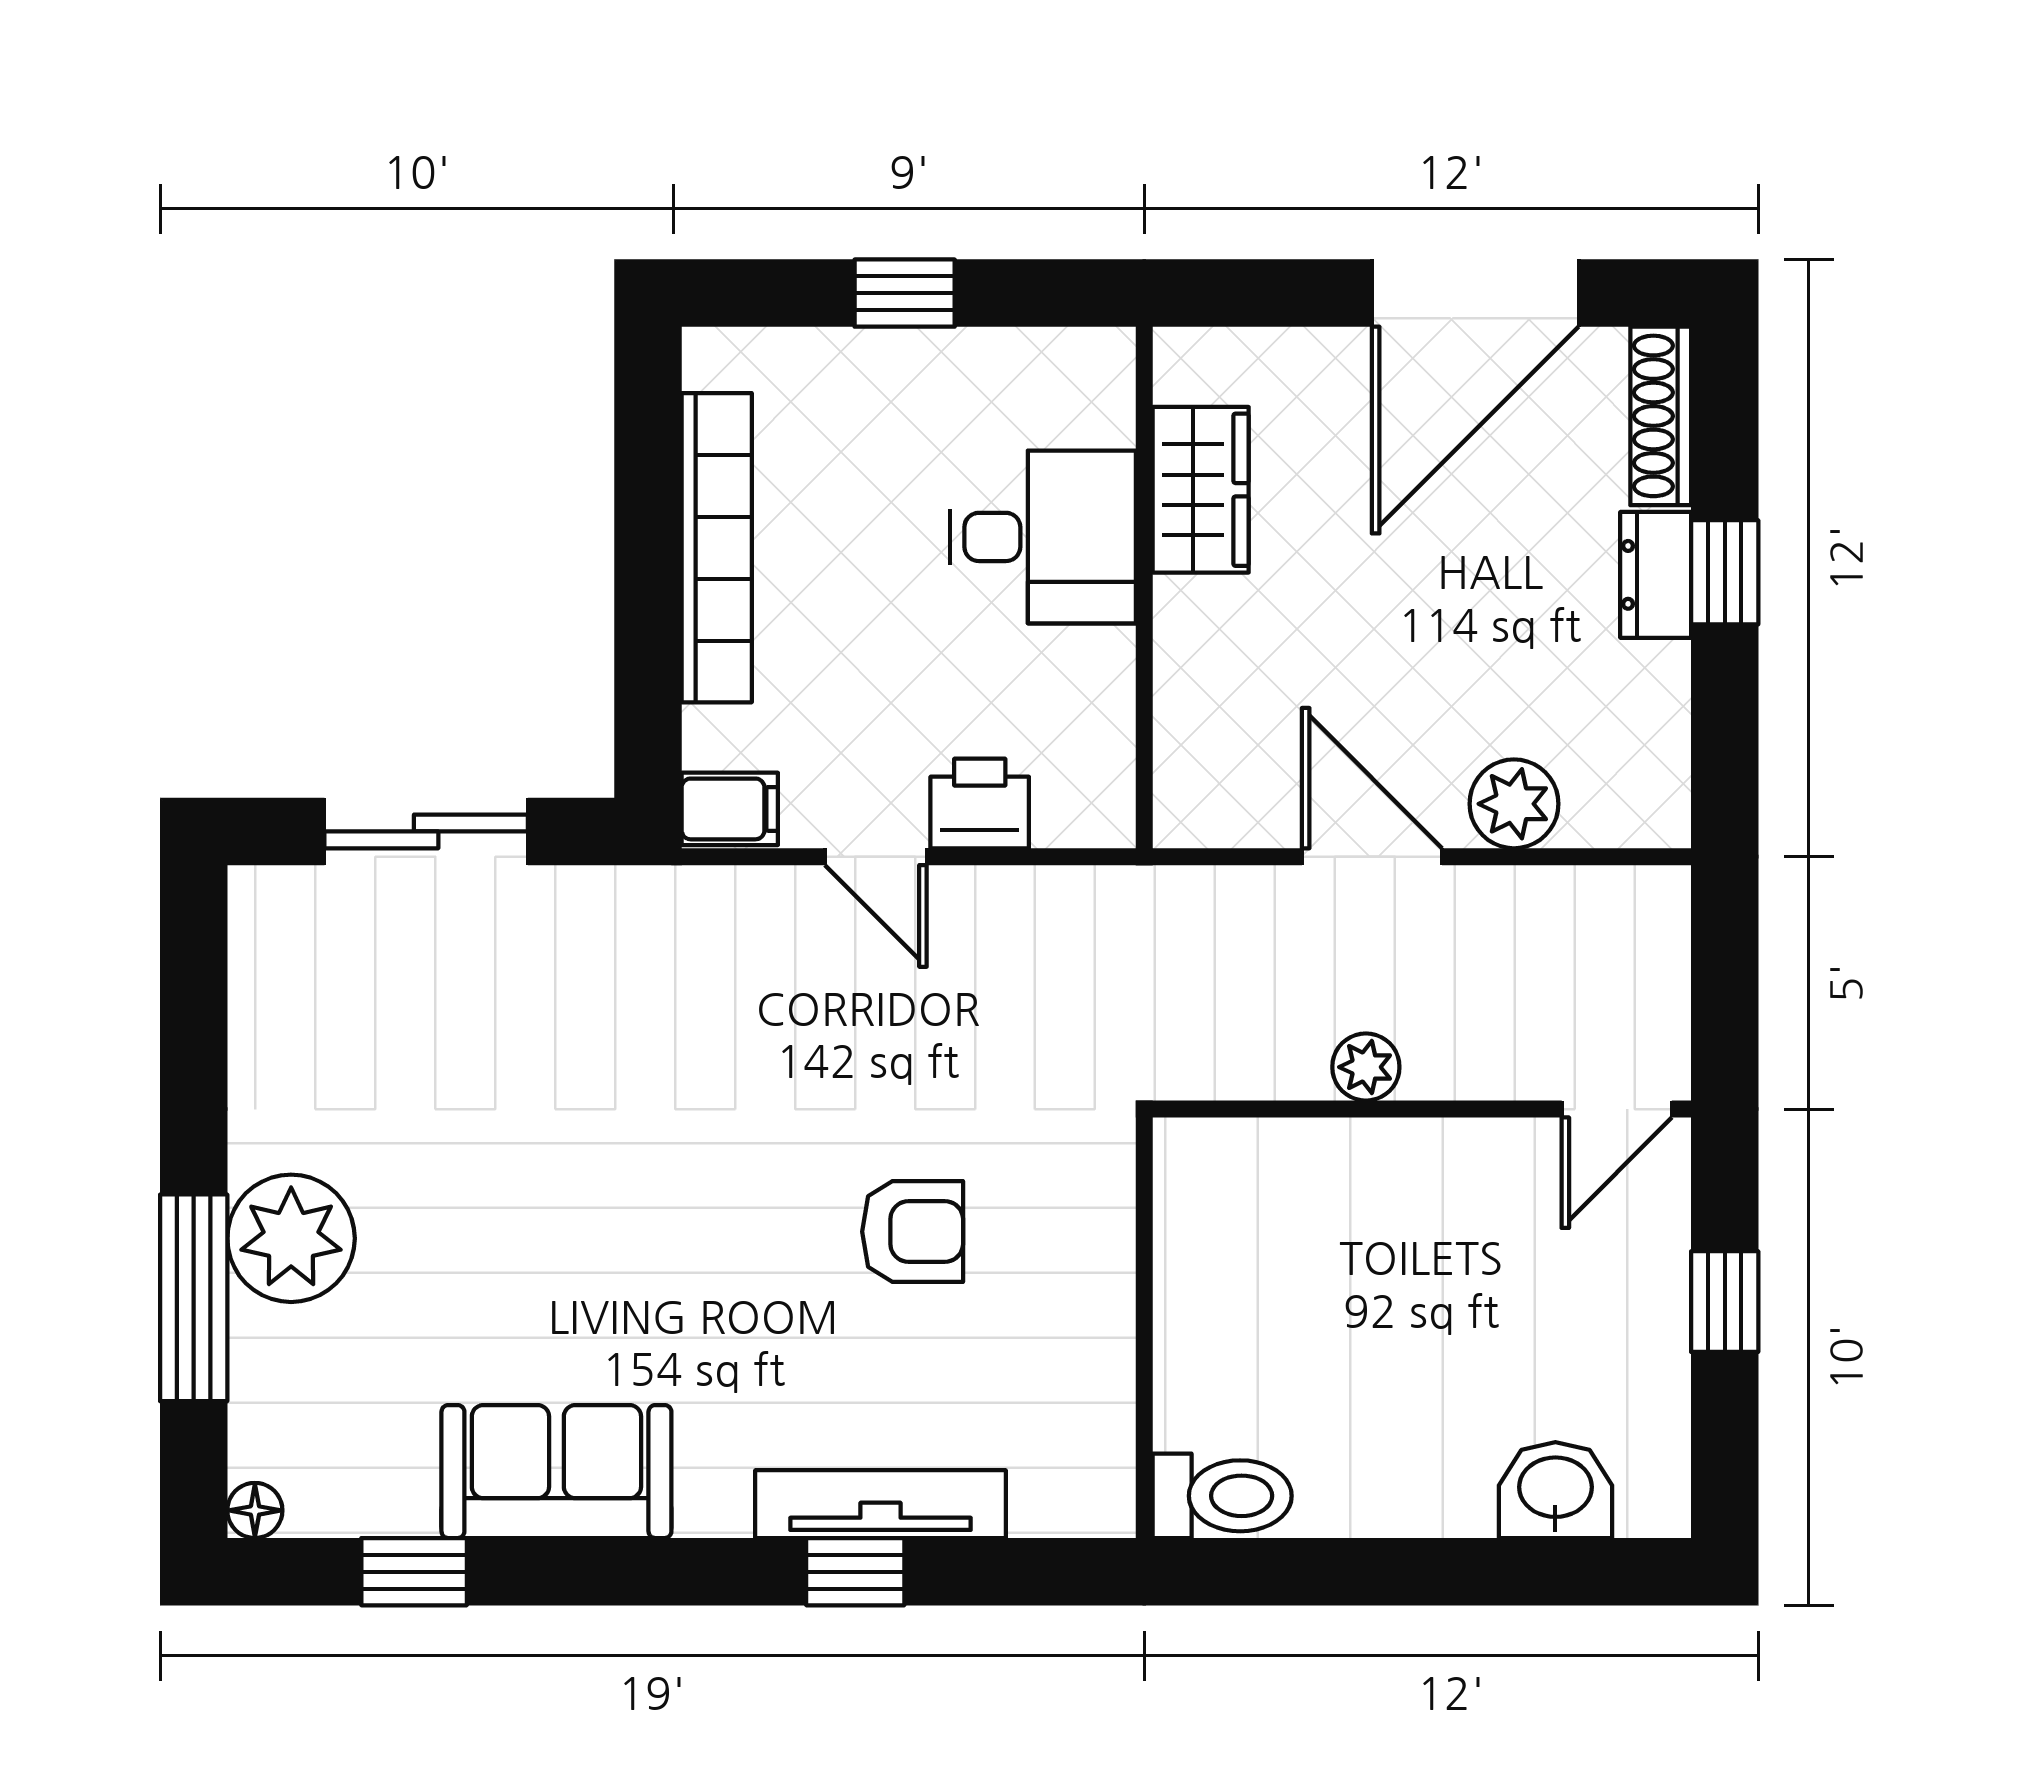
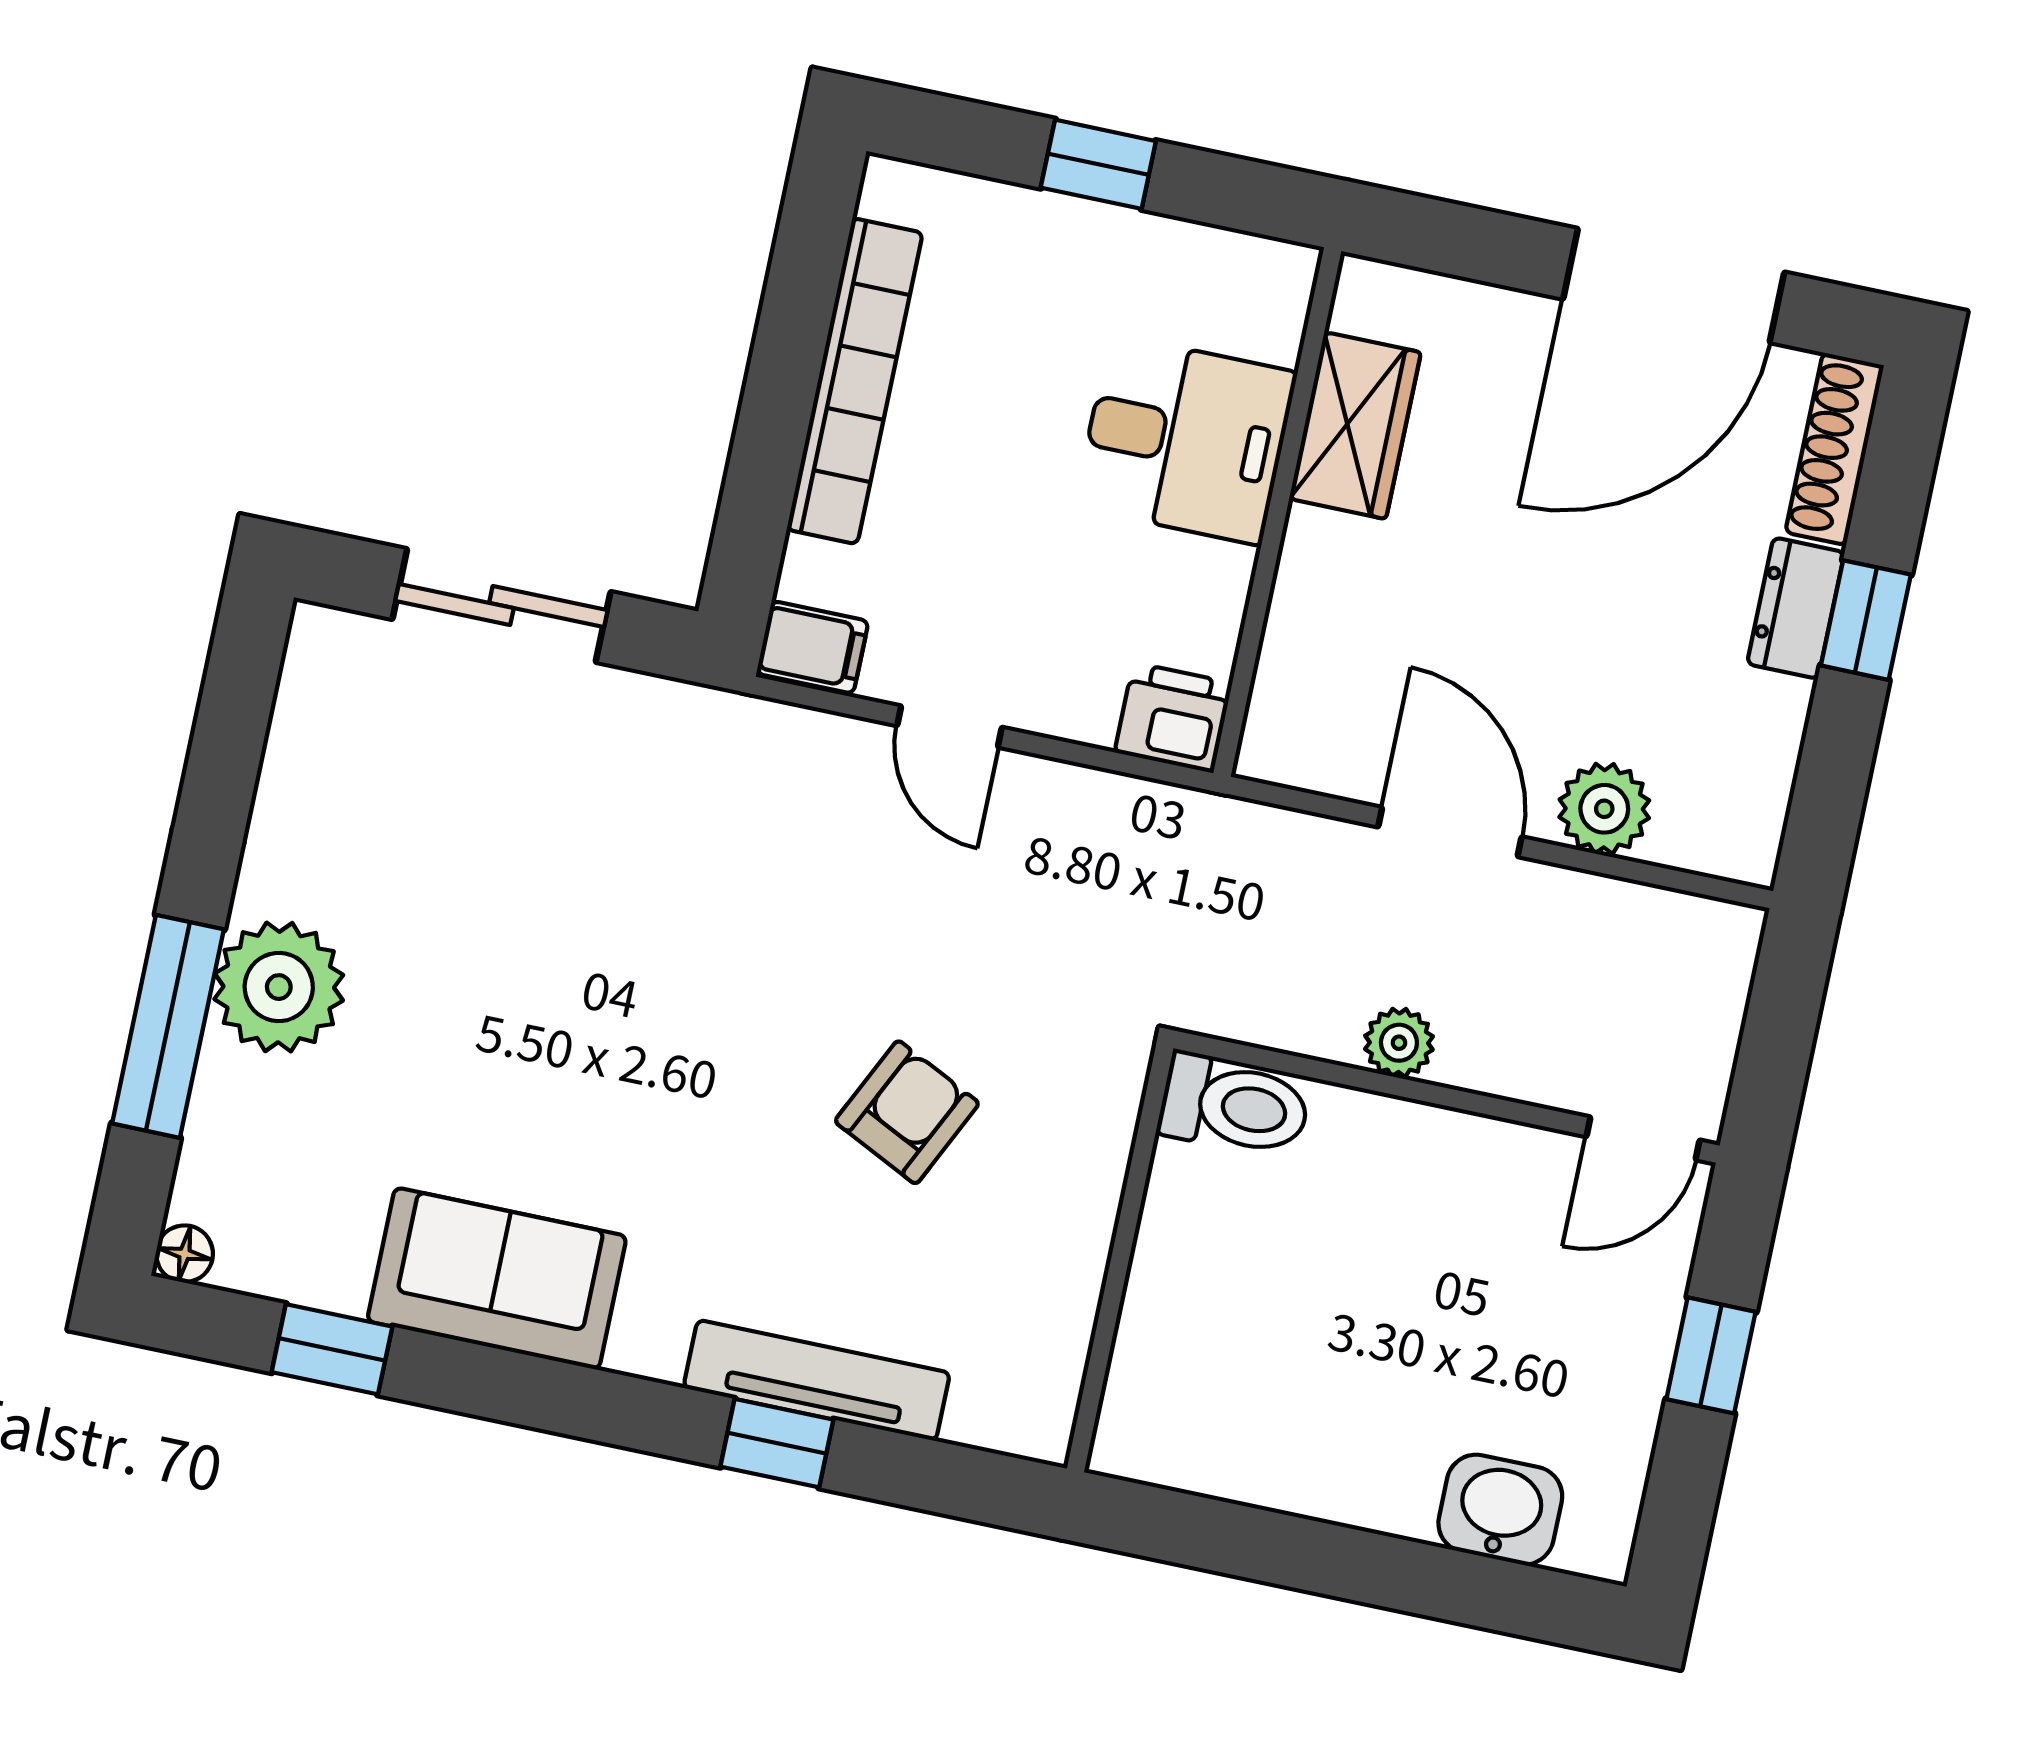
printer: (980, 803) -> (1173, 718), moved
armchair: (913, 1232) -> (907, 1112), turned -64
toilet: (1222, 1496) -> (1234, 1106), moved

